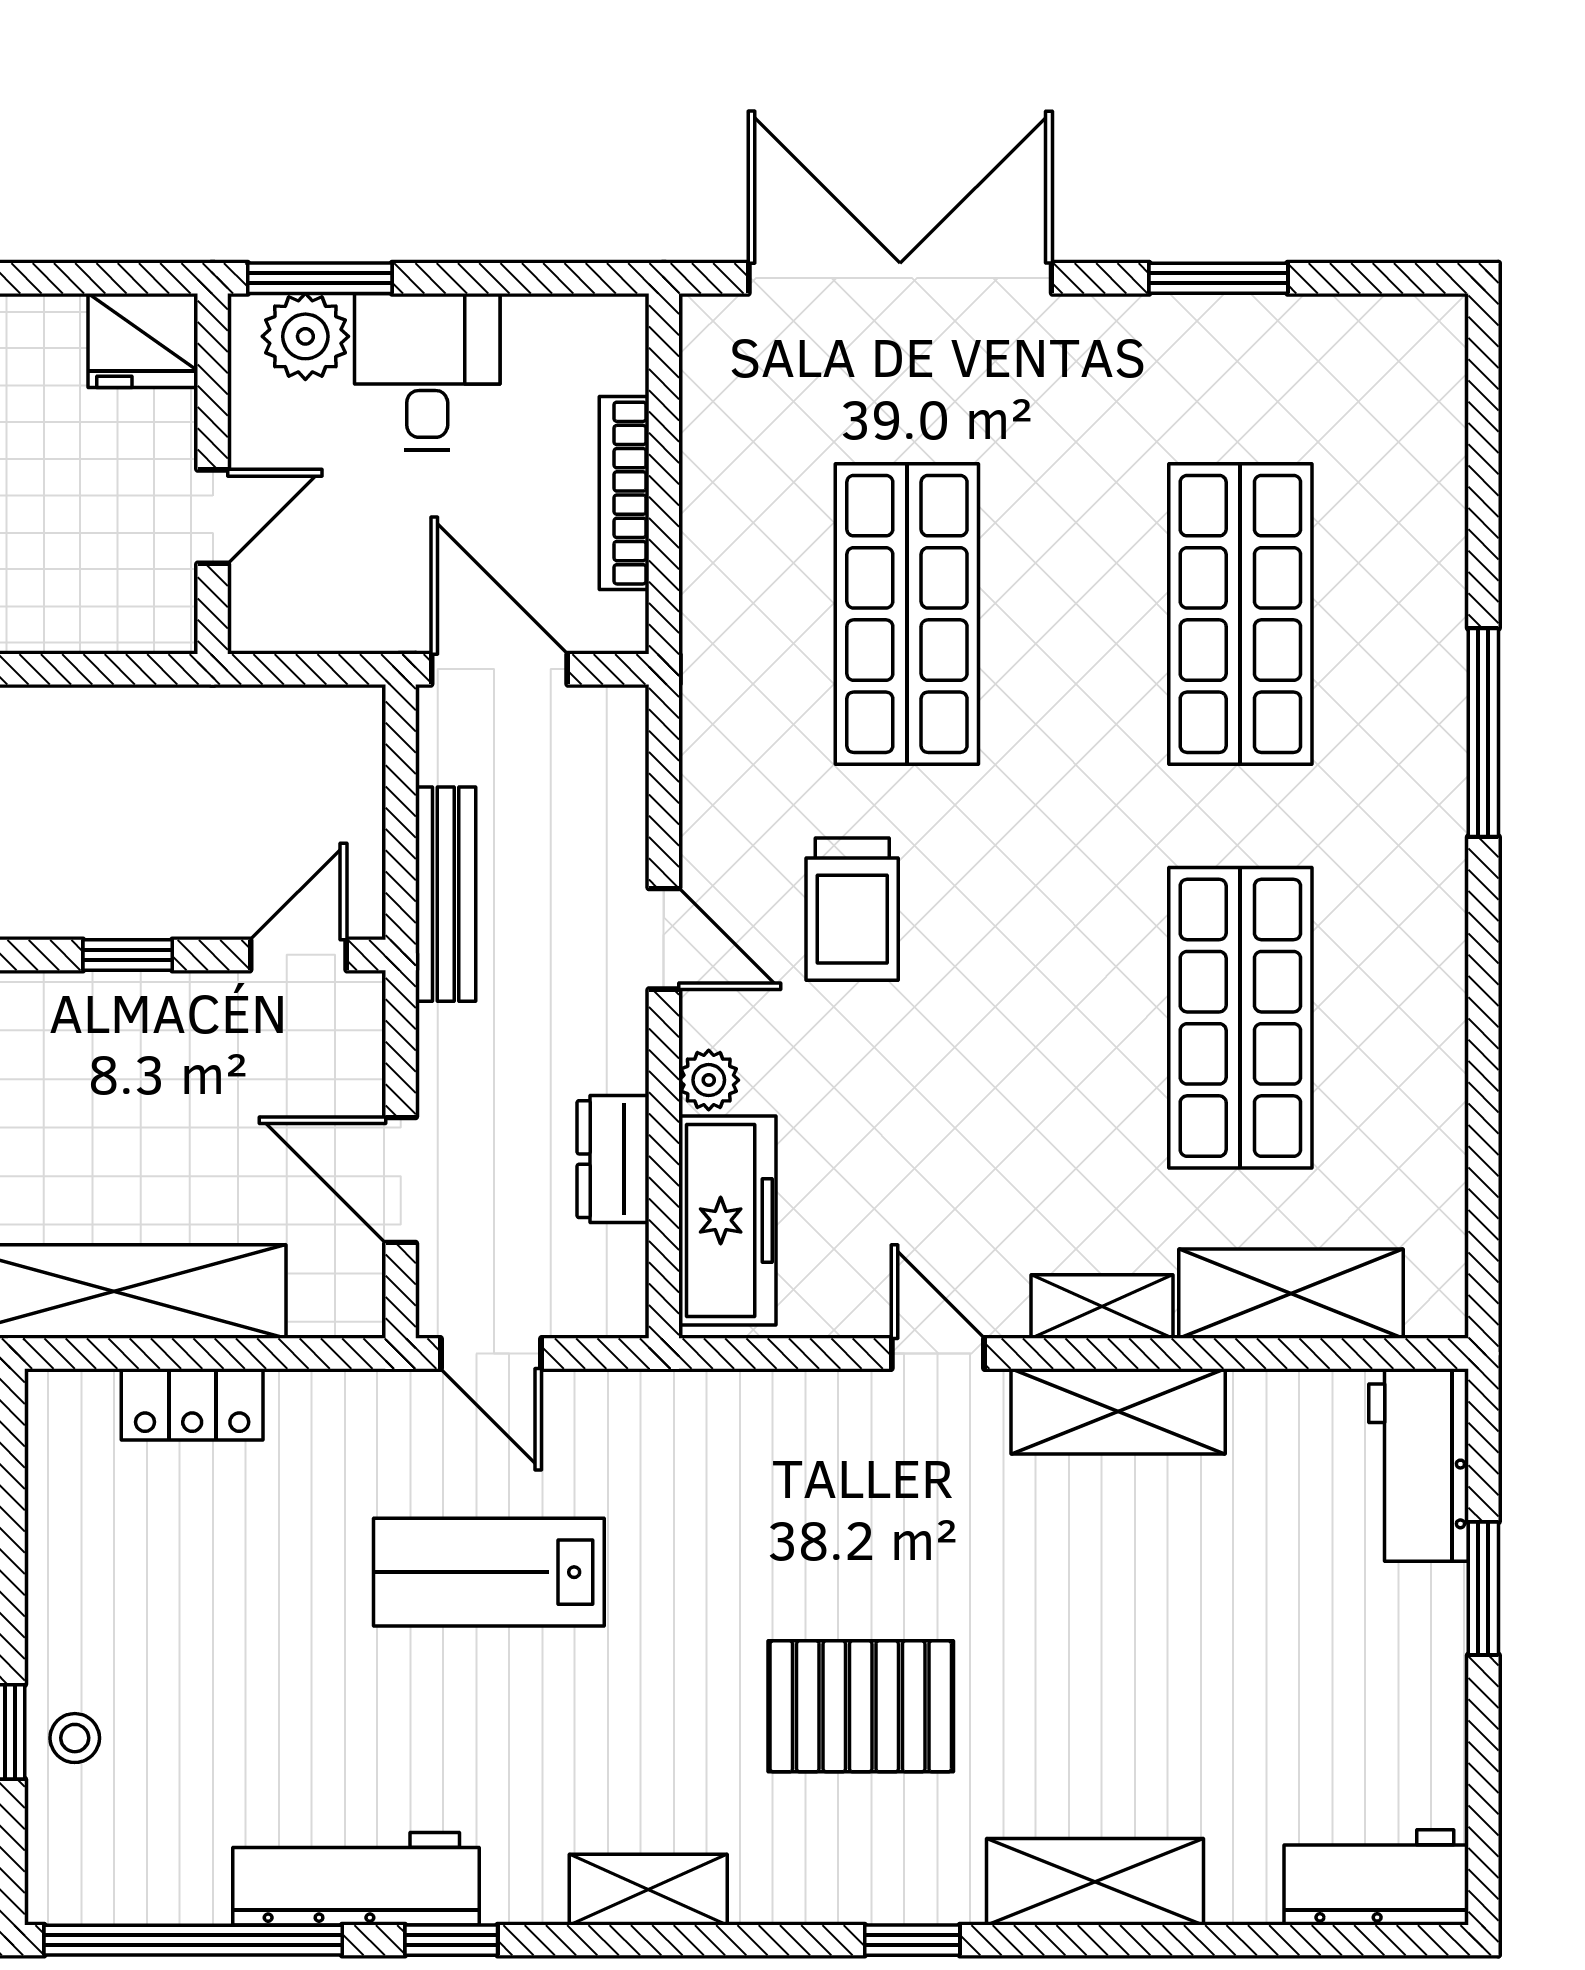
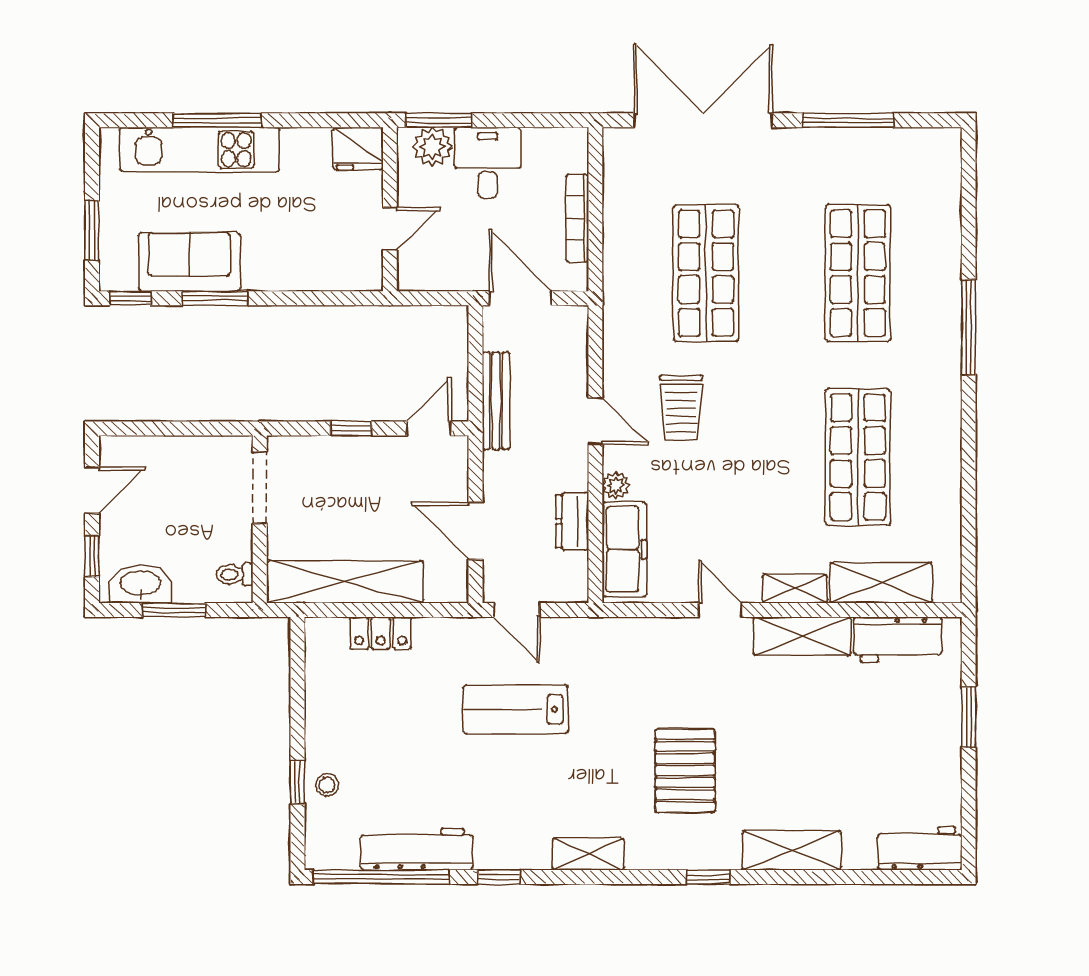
window: (1218, 278) -> (848, 120), width x1.44
workbench: (1419, 1465) -> (898, 639), moved, turned -90
pallet: (861, 1706) -> (685, 771), turned 90
workbench: (356, 1879) -> (417, 849), moved

